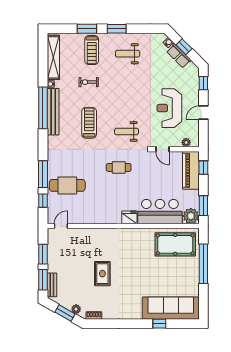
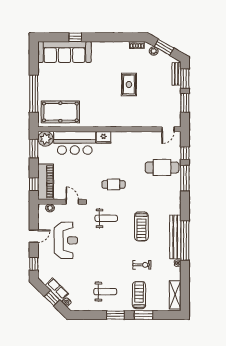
shelving: (53, 57) -> (175, 295), width x0.68

